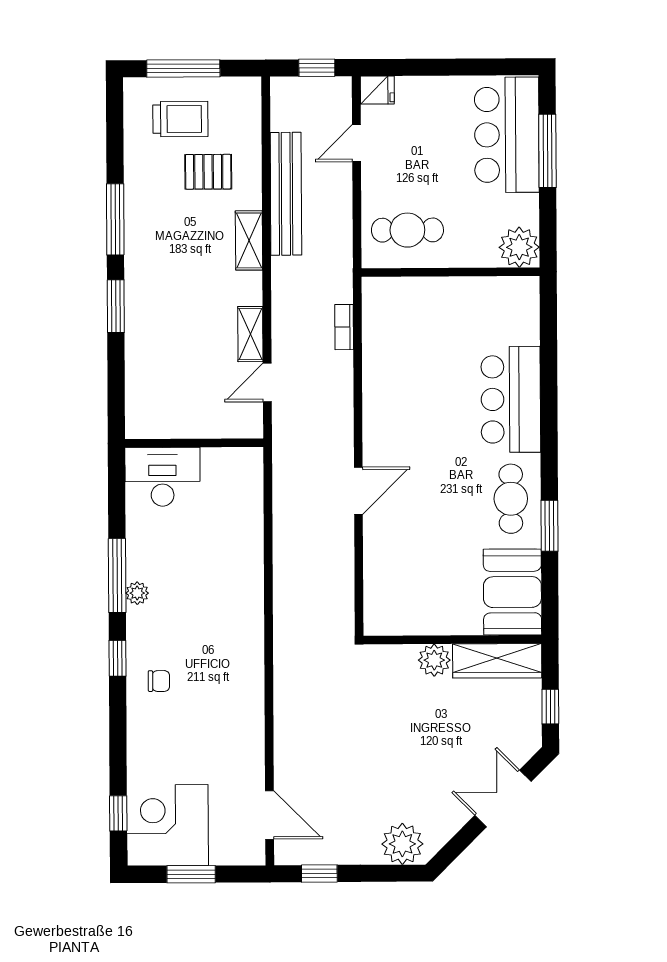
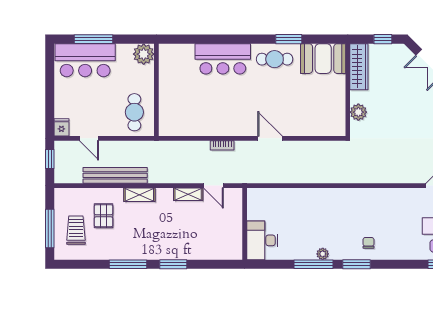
bookcase: (344, 327) -> (222, 145), moved
window: (118, 658) -> (357, 264), width x1.50
plant: (434, 660) -> (358, 112), moved

